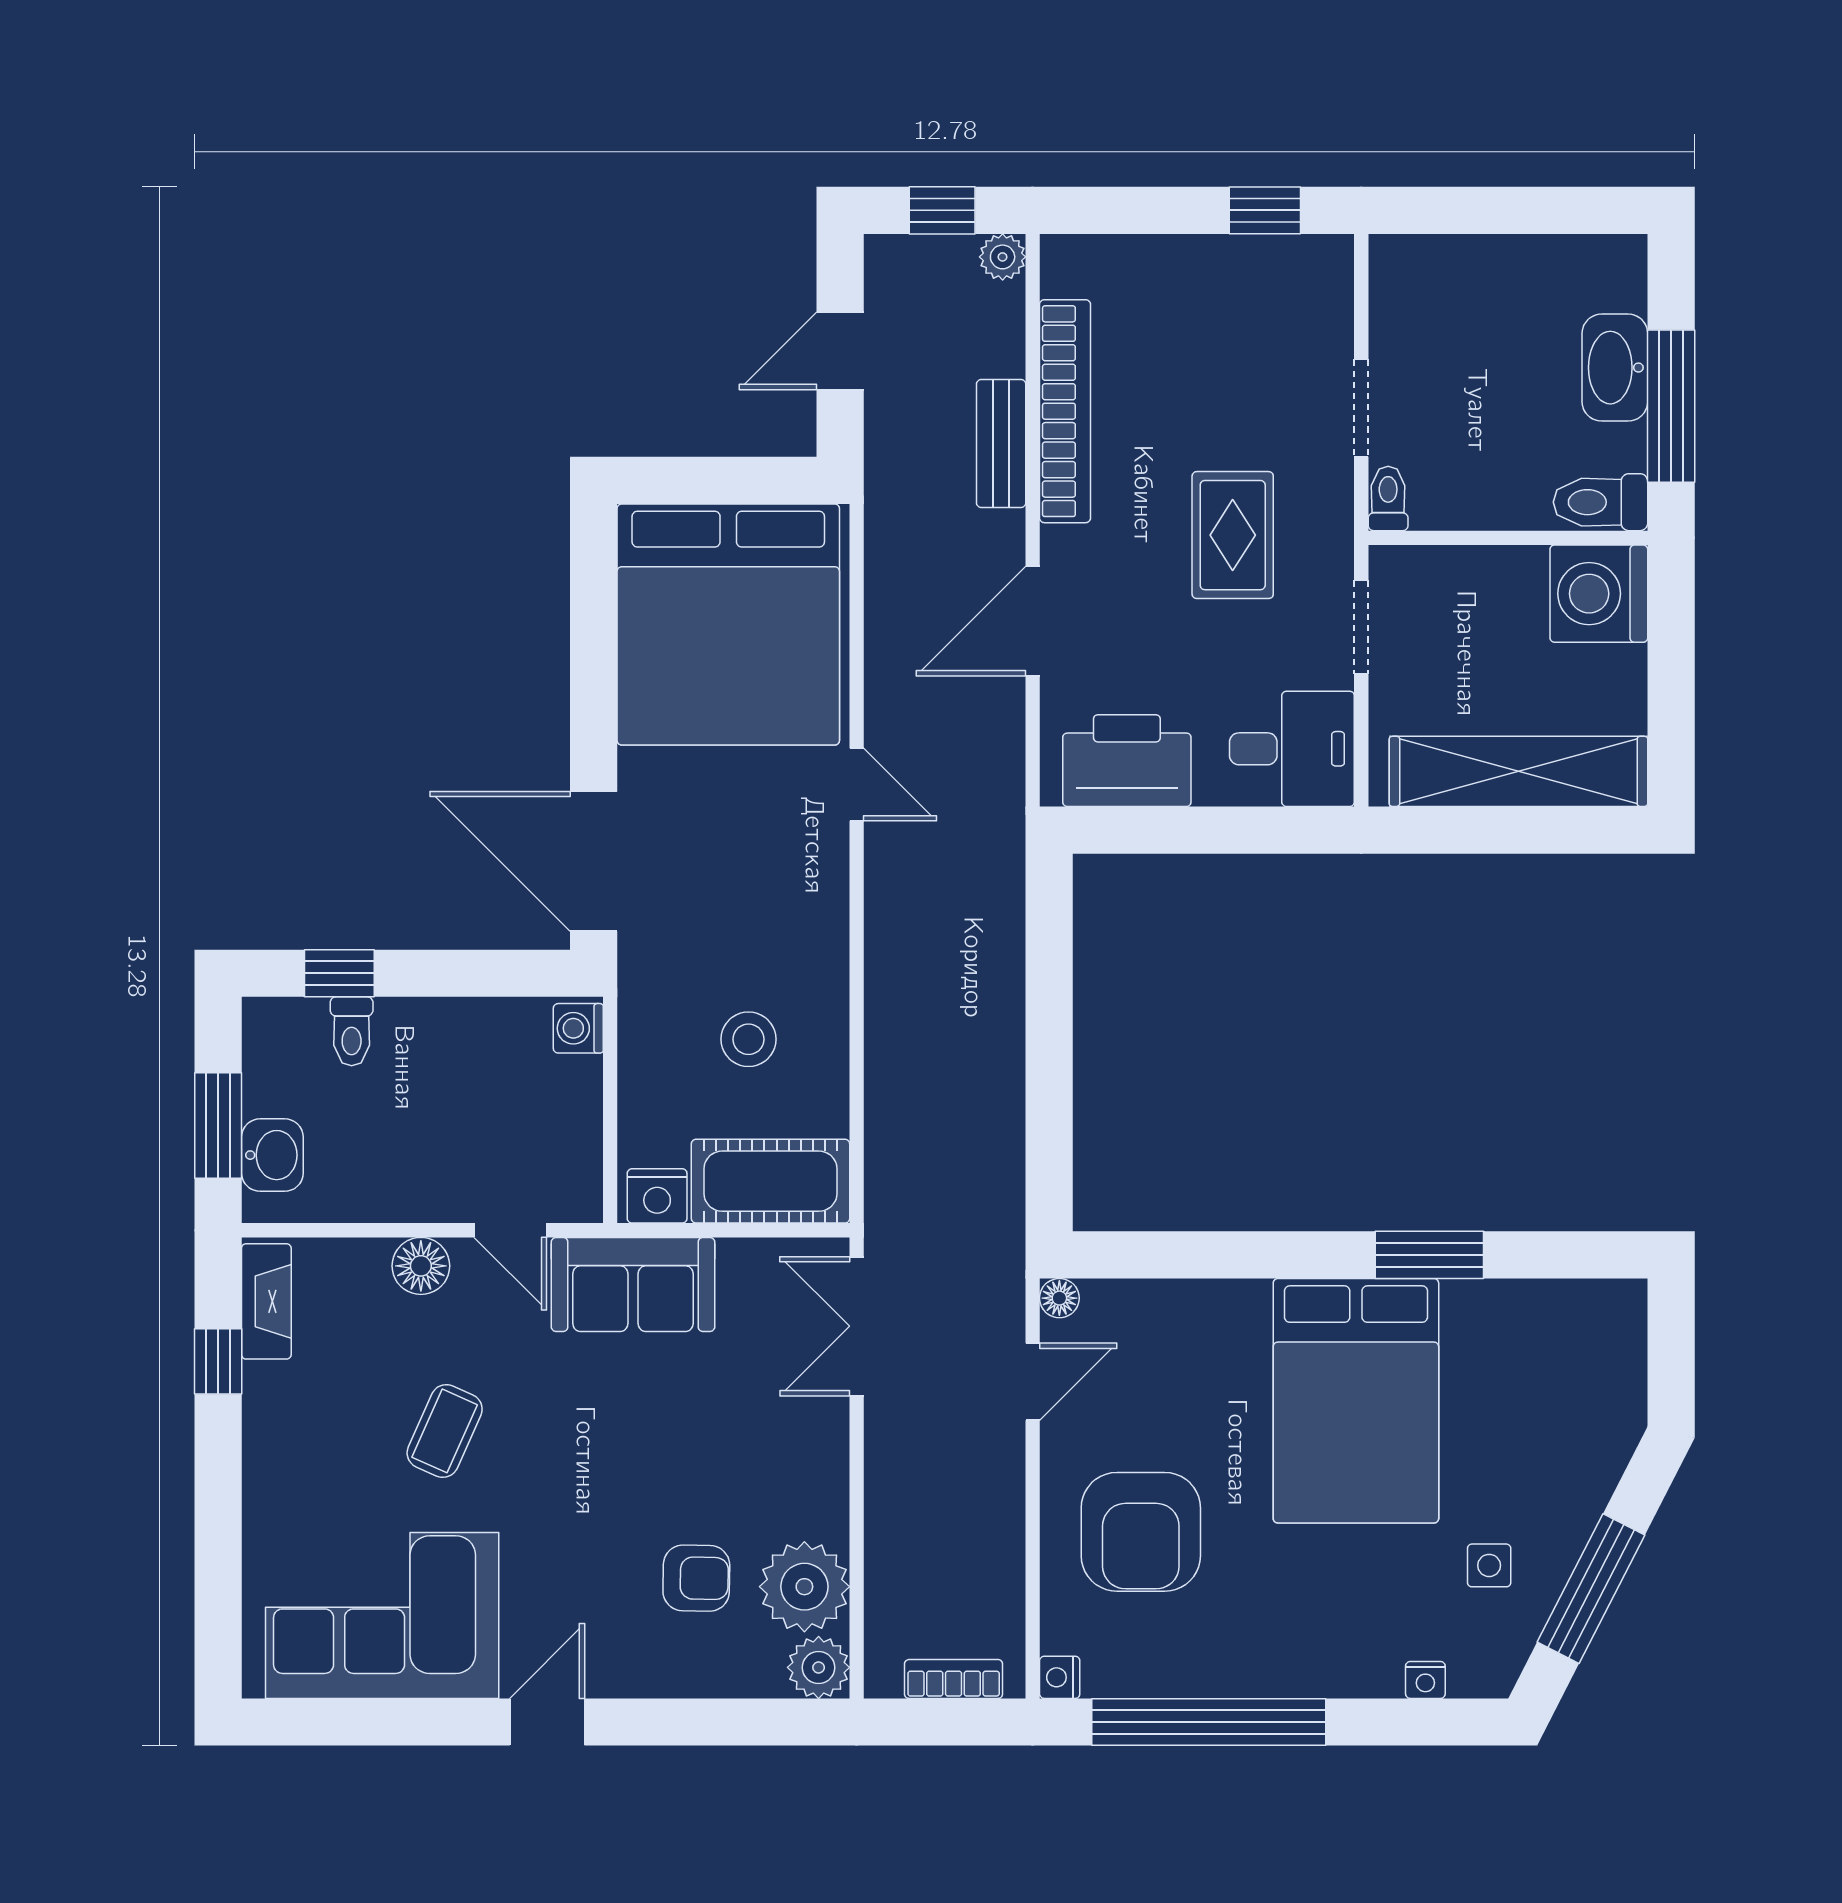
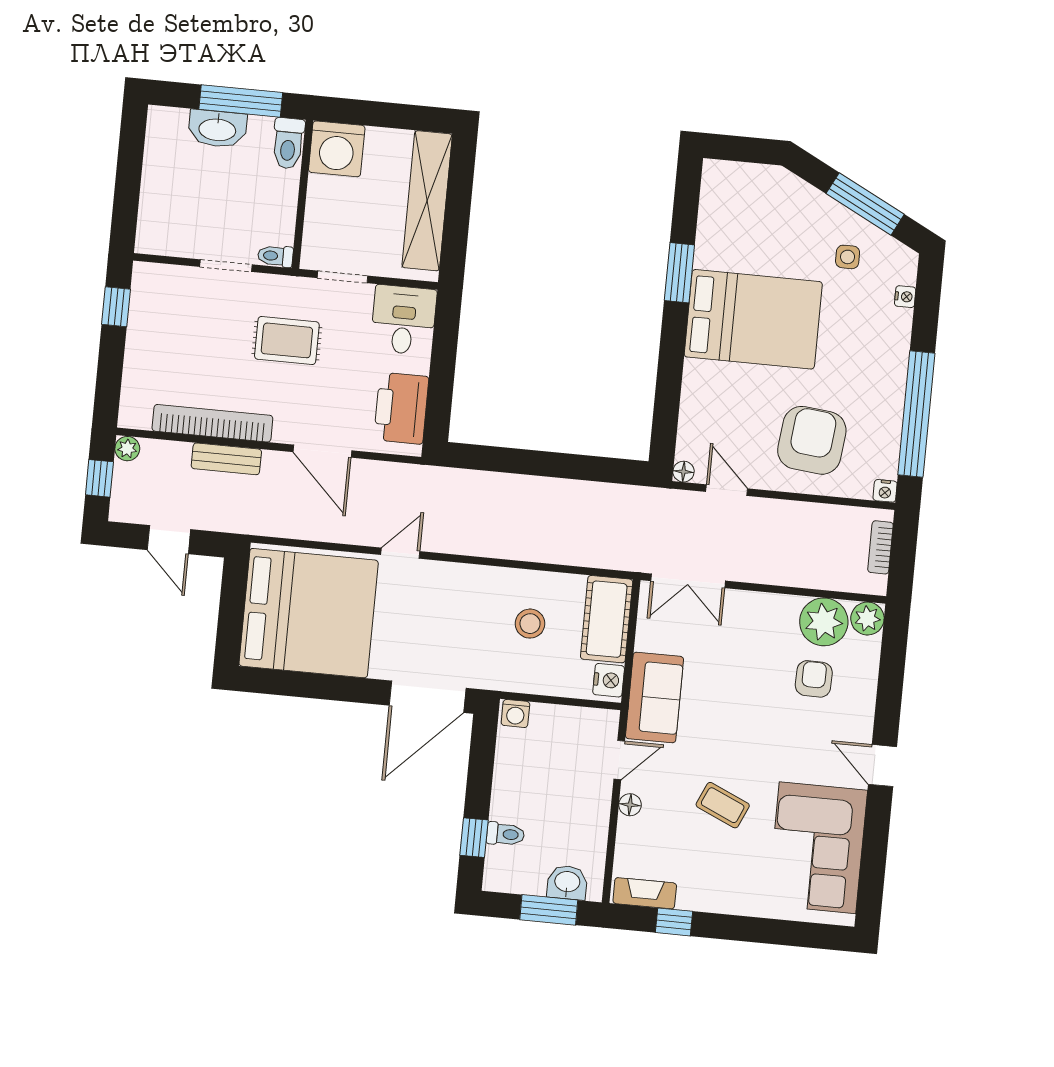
floor lamp: (421, 1266) -> (630, 805), width x0.73, depth x0.73
armchair: (1141, 1532) -> (812, 440), turned -84

